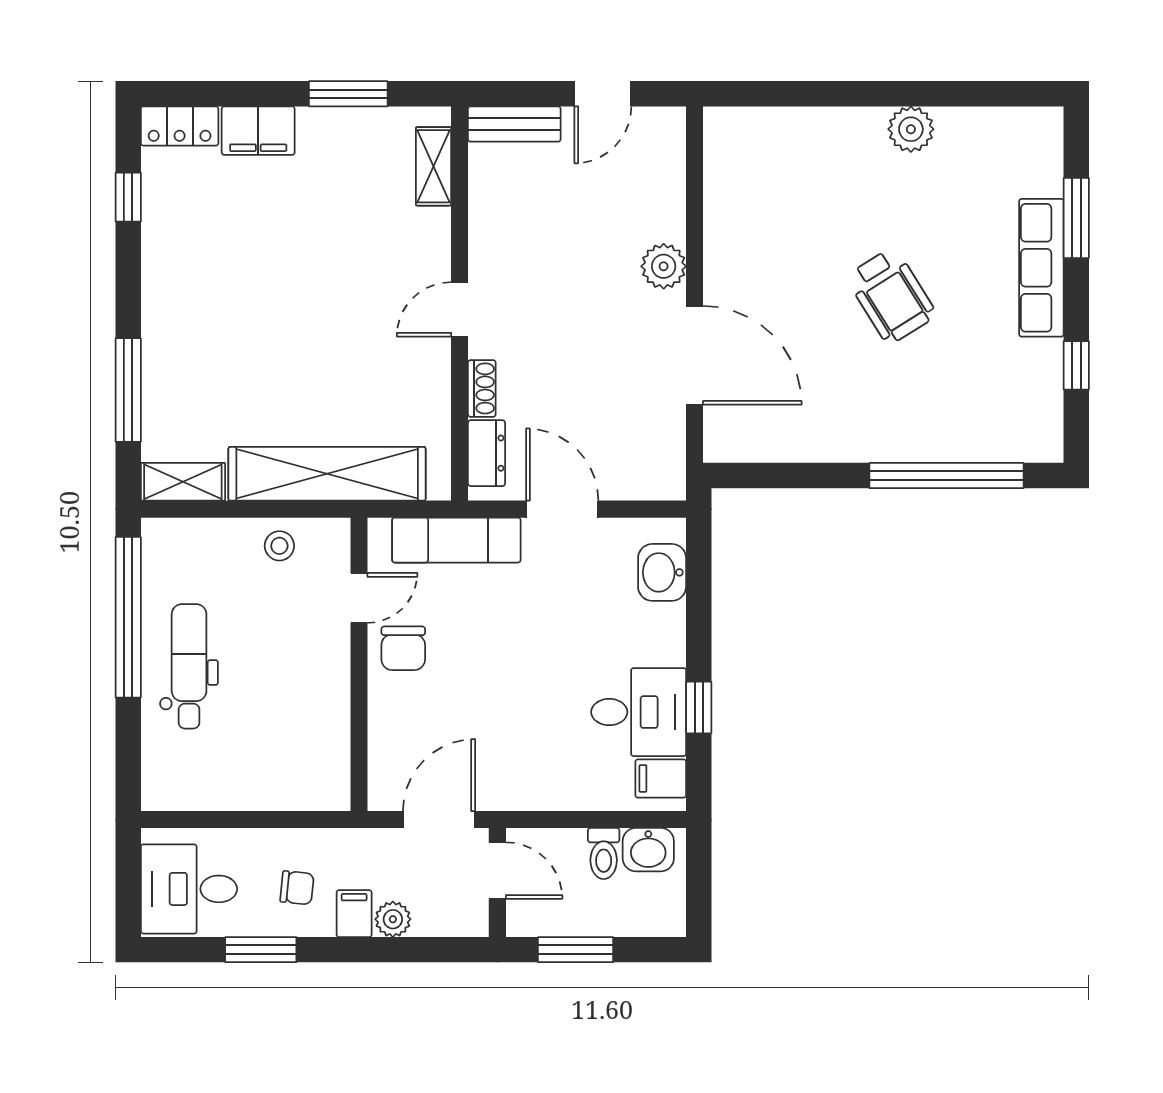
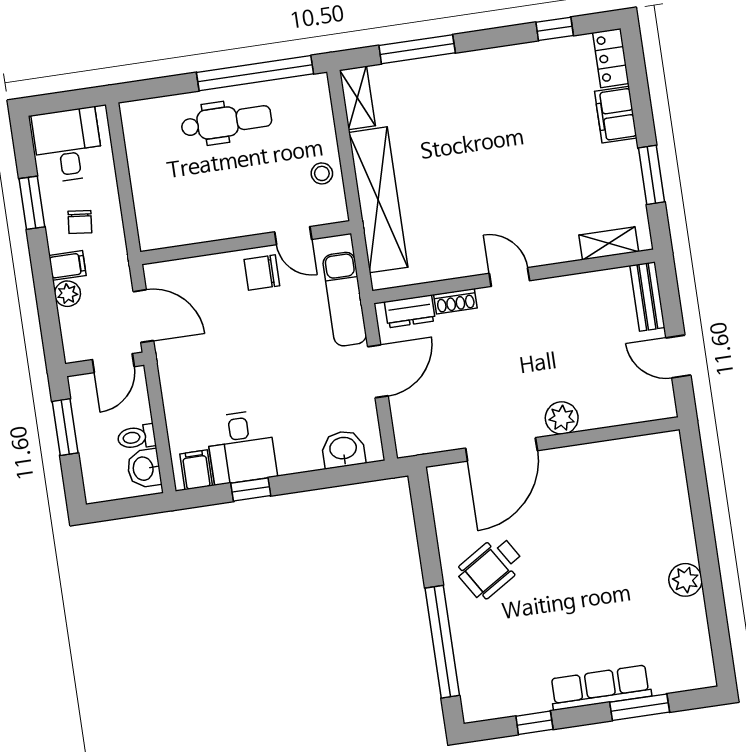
wheelchair: (891, 296) -> (490, 568), moved

